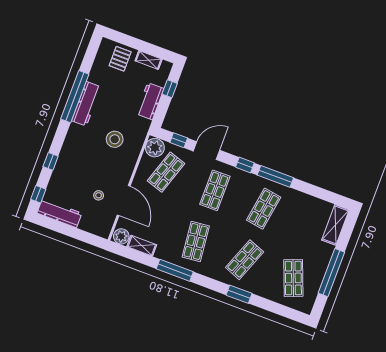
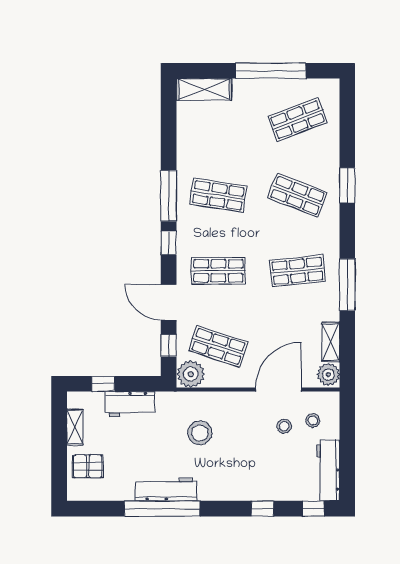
stool: (95, 215) -> (313, 421), added

